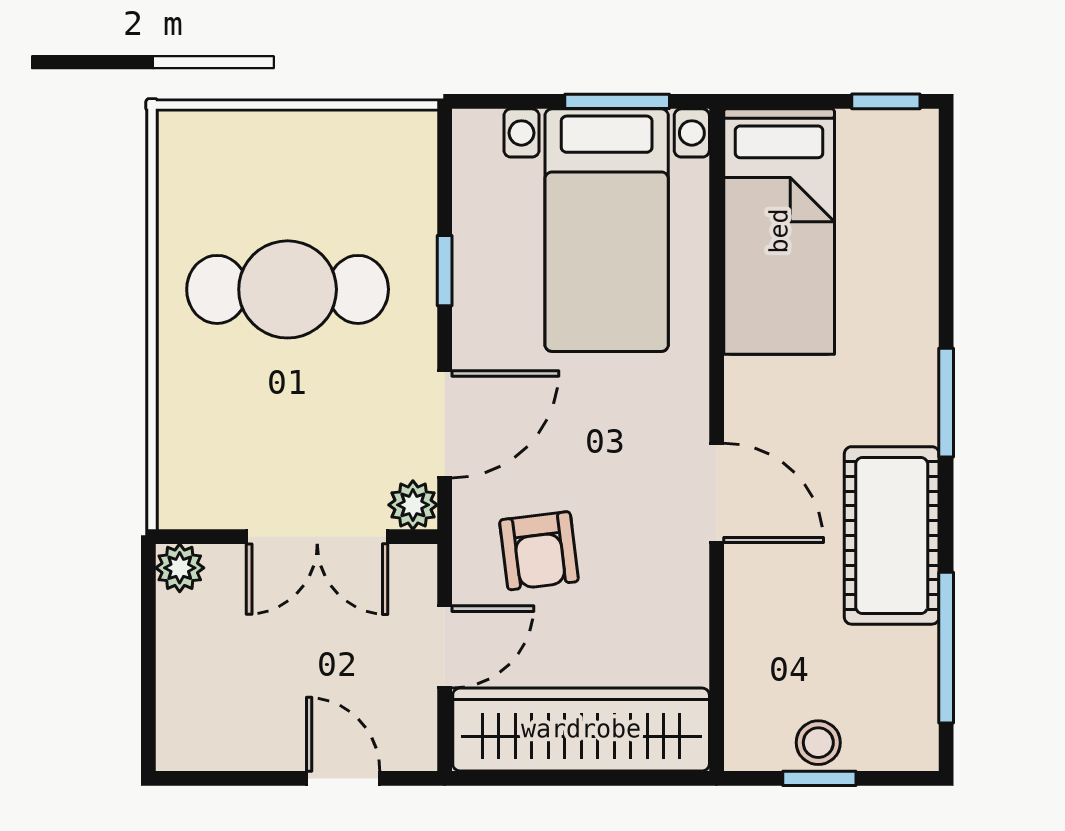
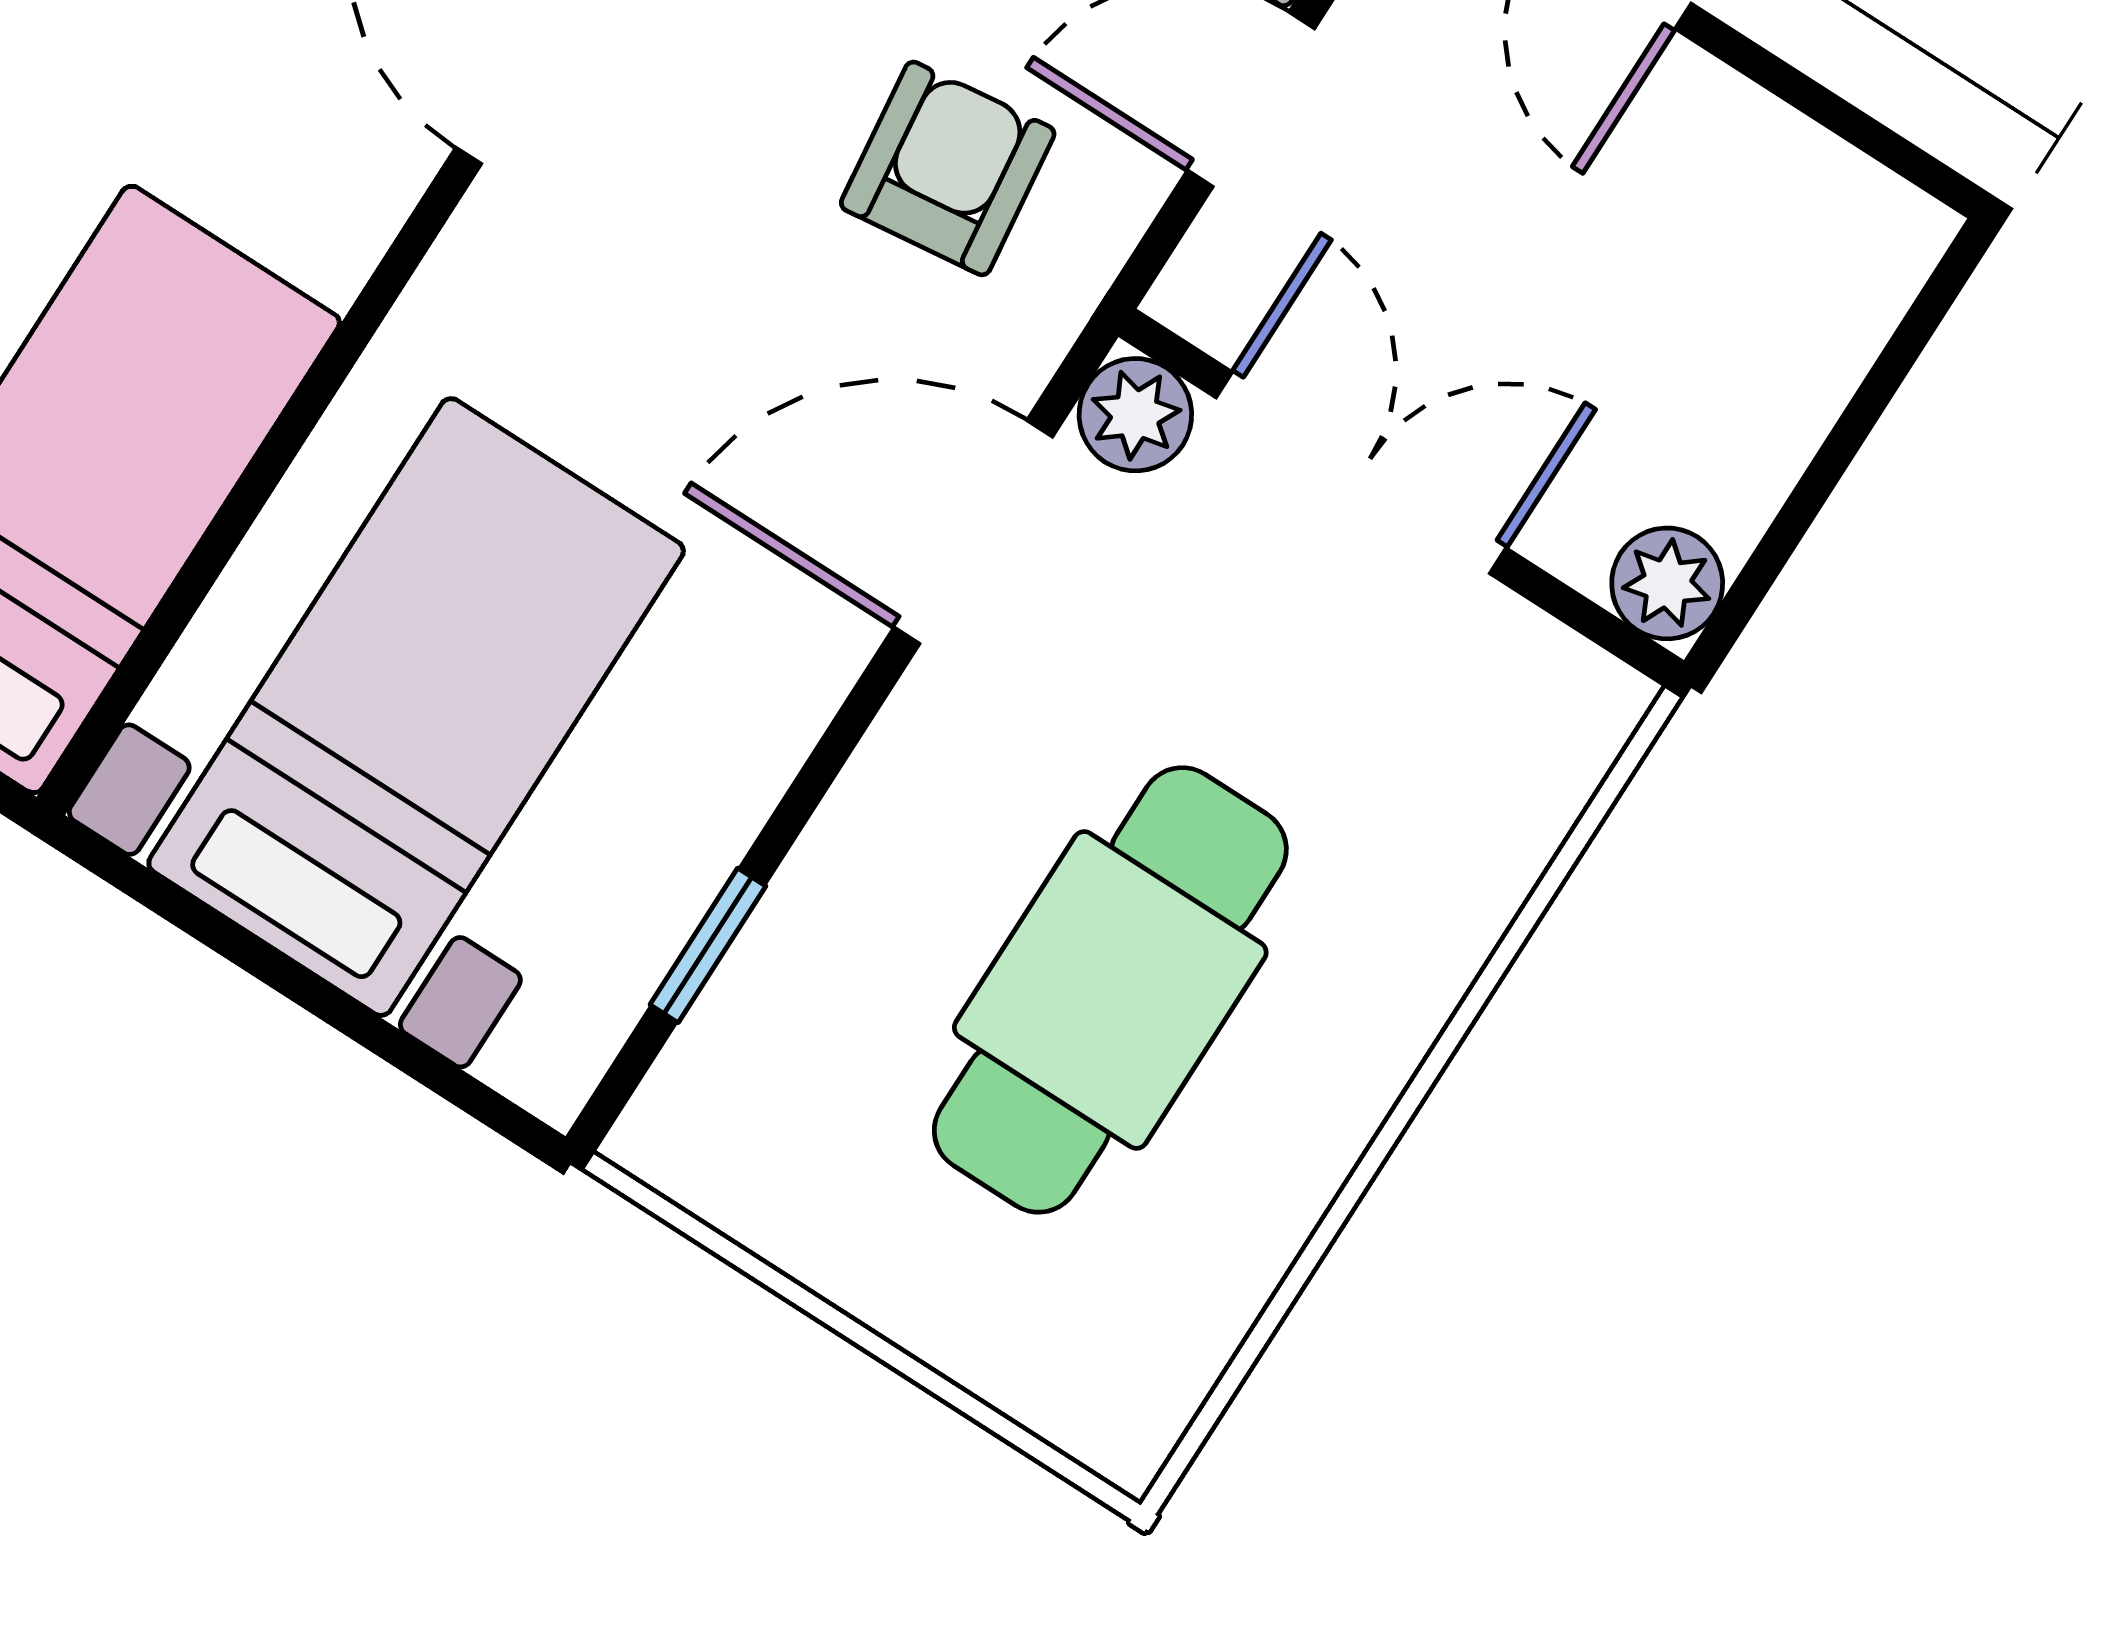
window: (617, 101) -> (235, 944), removed
window: (445, 271) -> (708, 945), moved
cafe table: (288, 289) -> (1110, 990), turned 90

